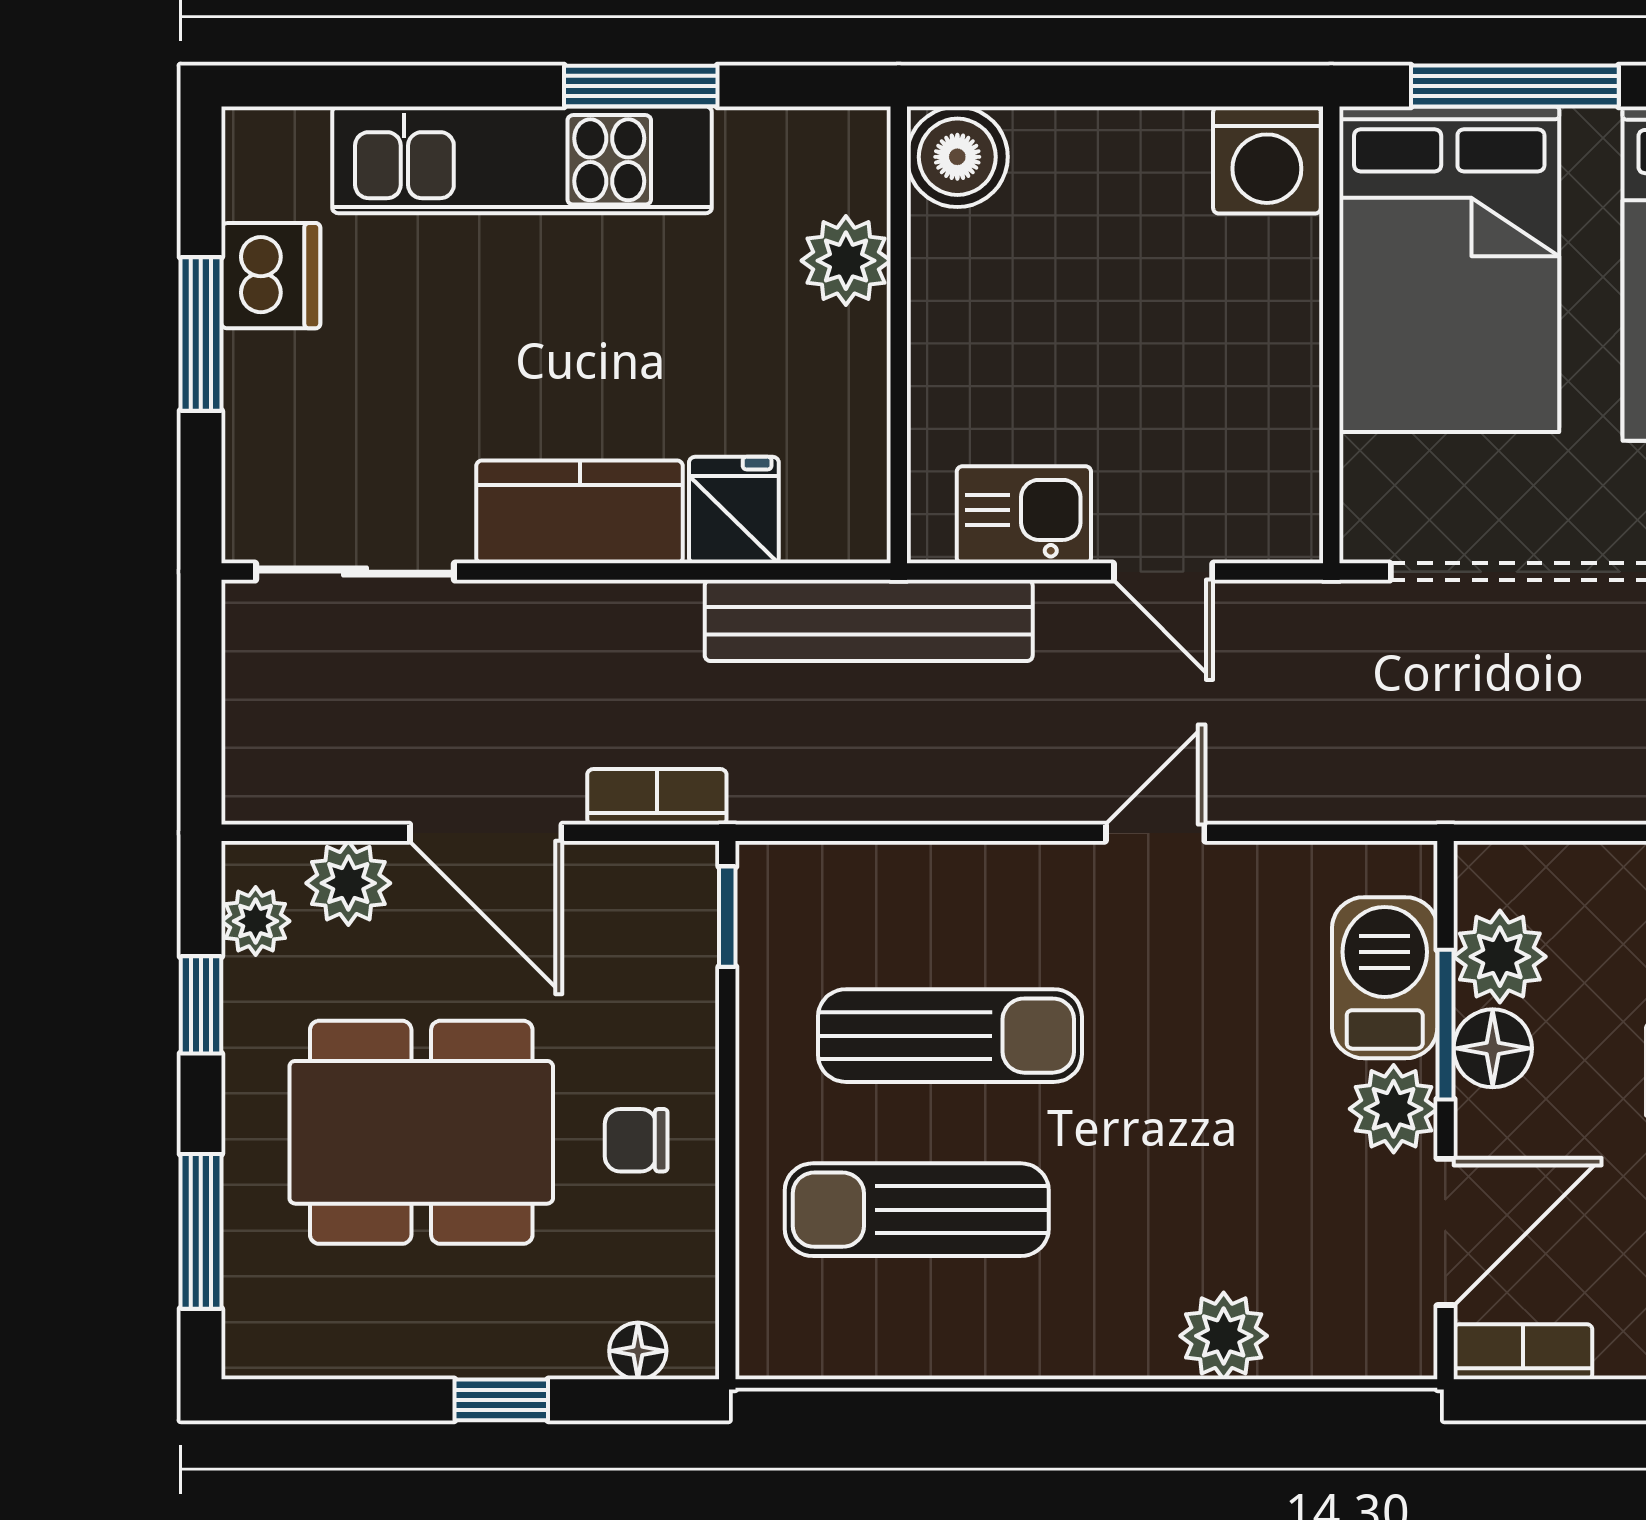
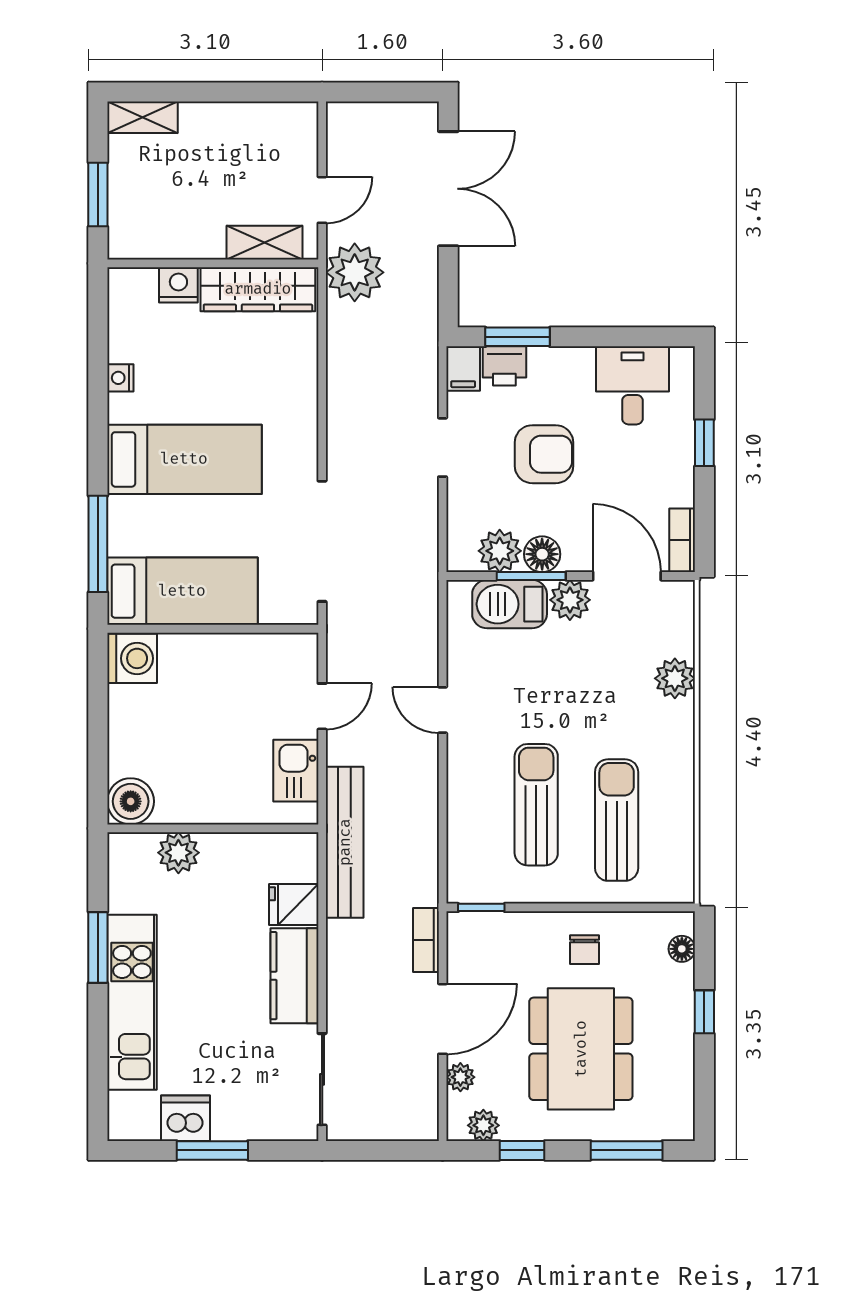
bed: (1449, 269) -> (182, 591), width x0.67
plant: (348, 883) -> (460, 1077), width x0.73, depth x0.73
sun lounger: (917, 1210) -> (617, 820), turned 180

